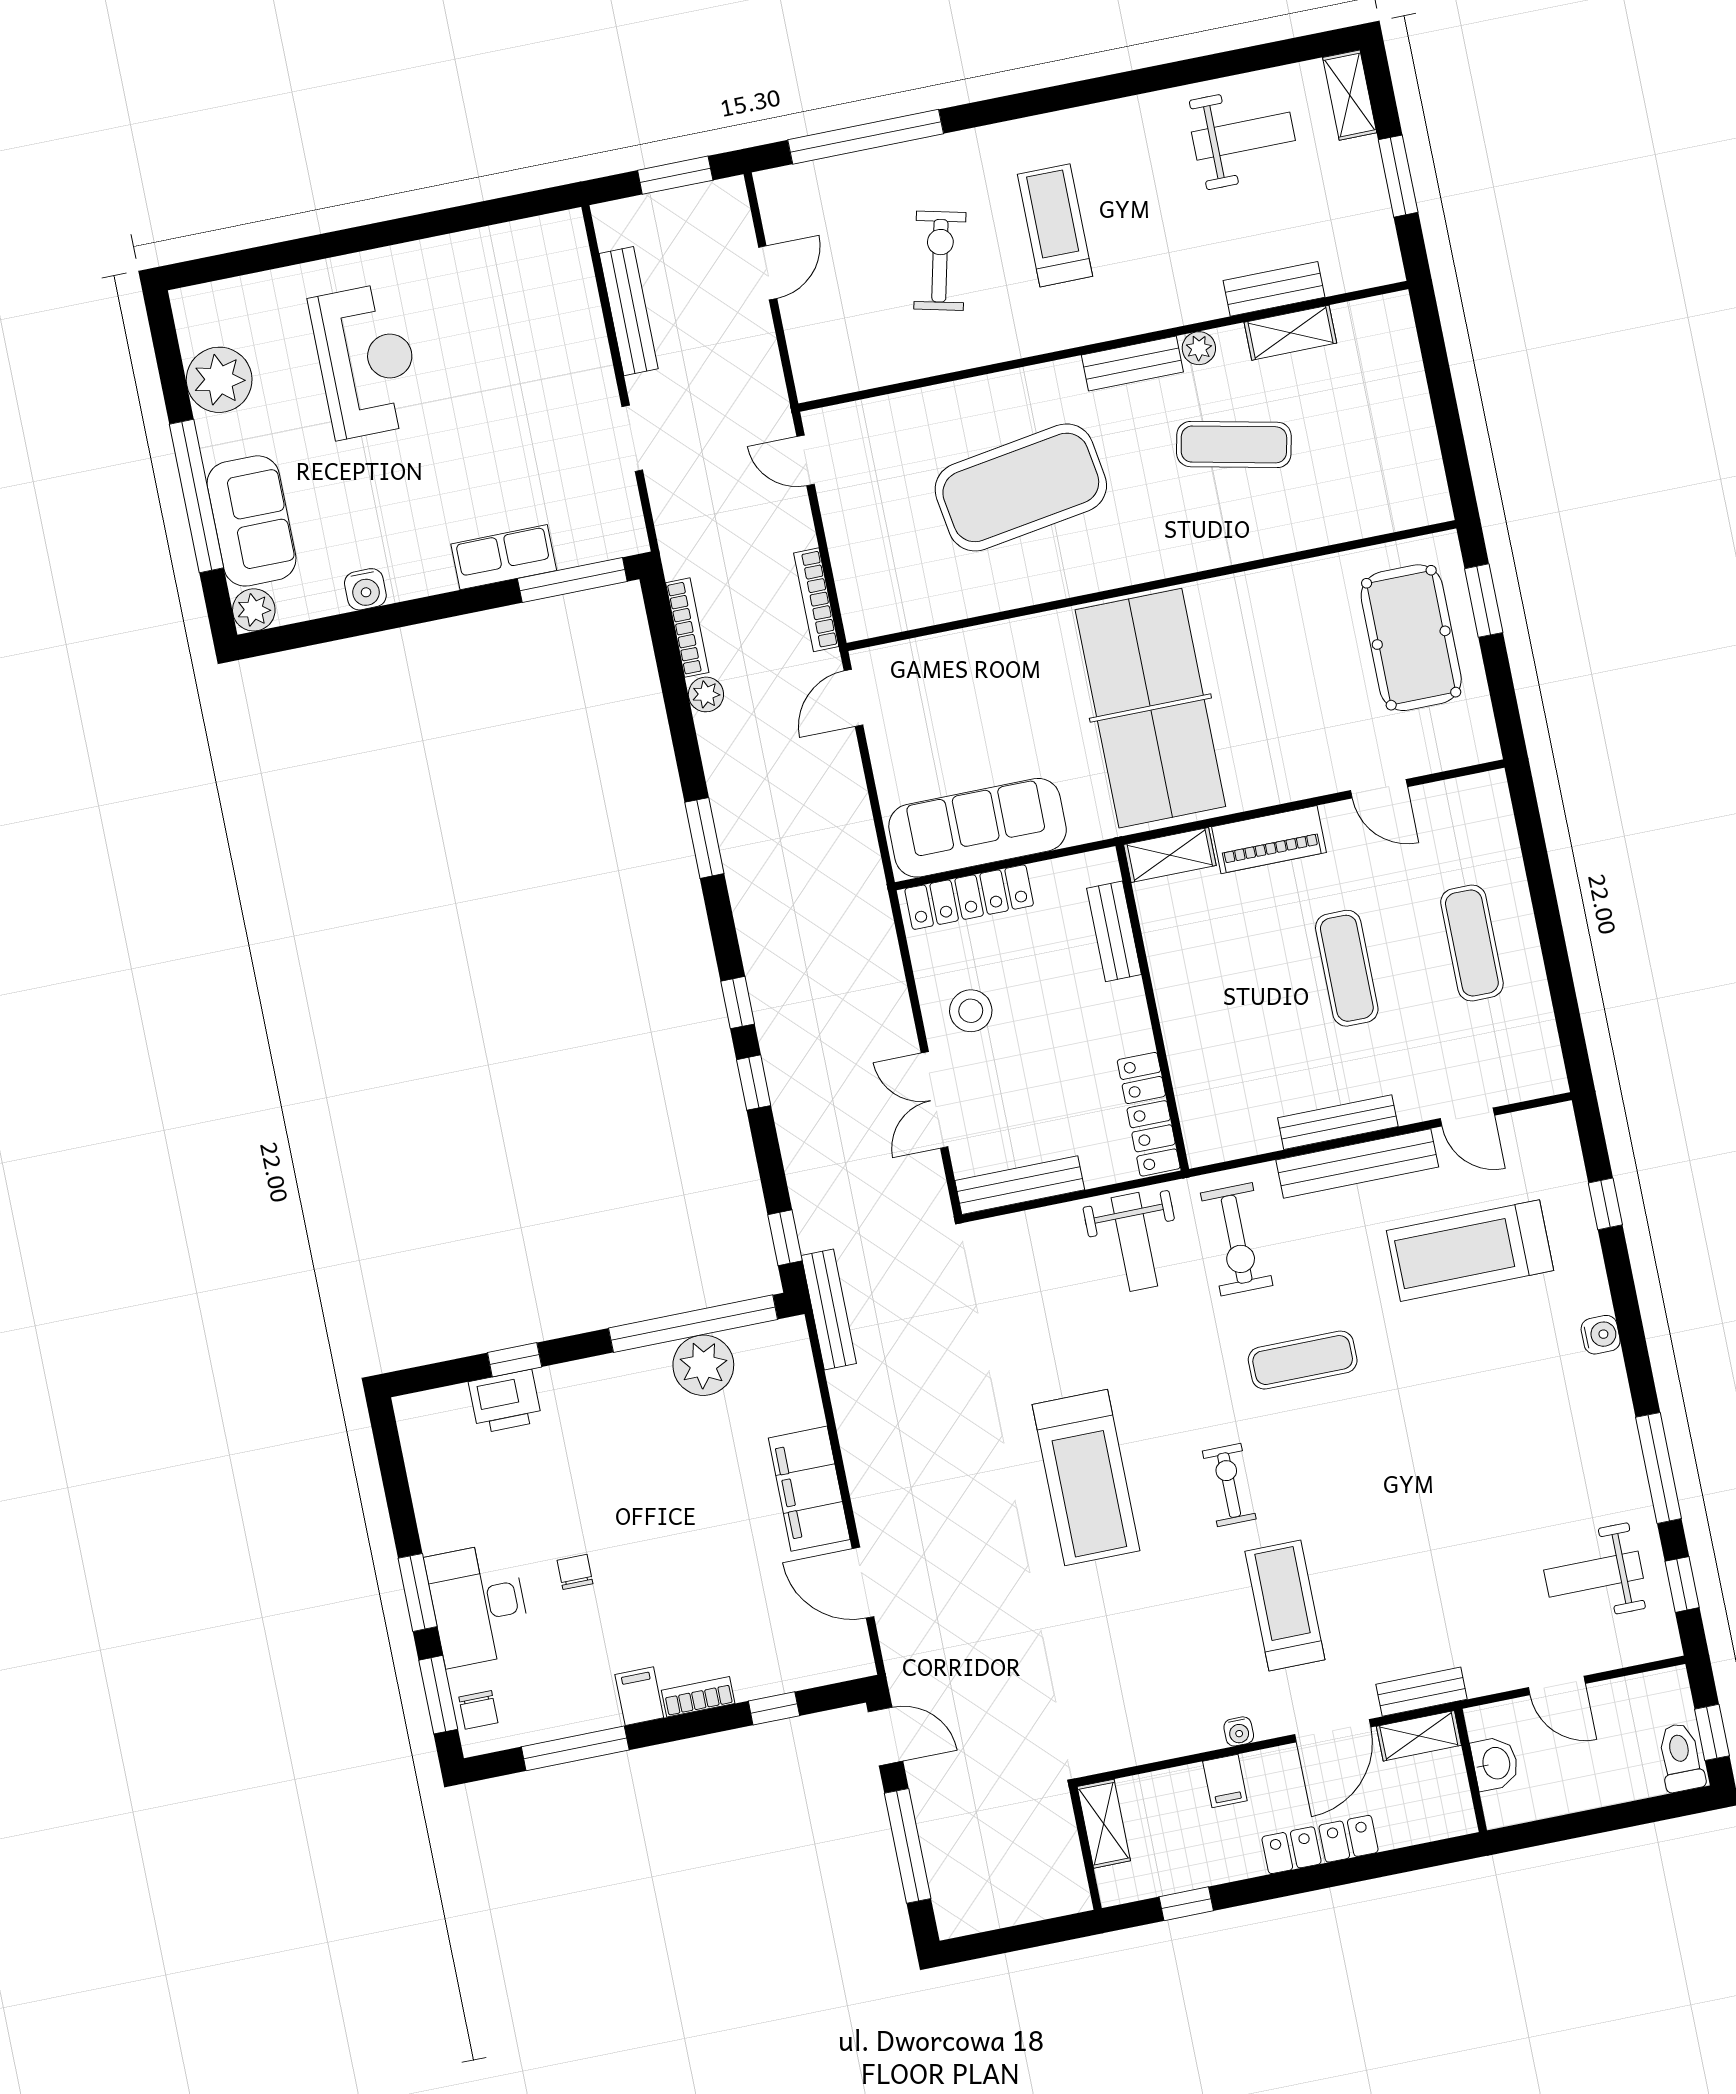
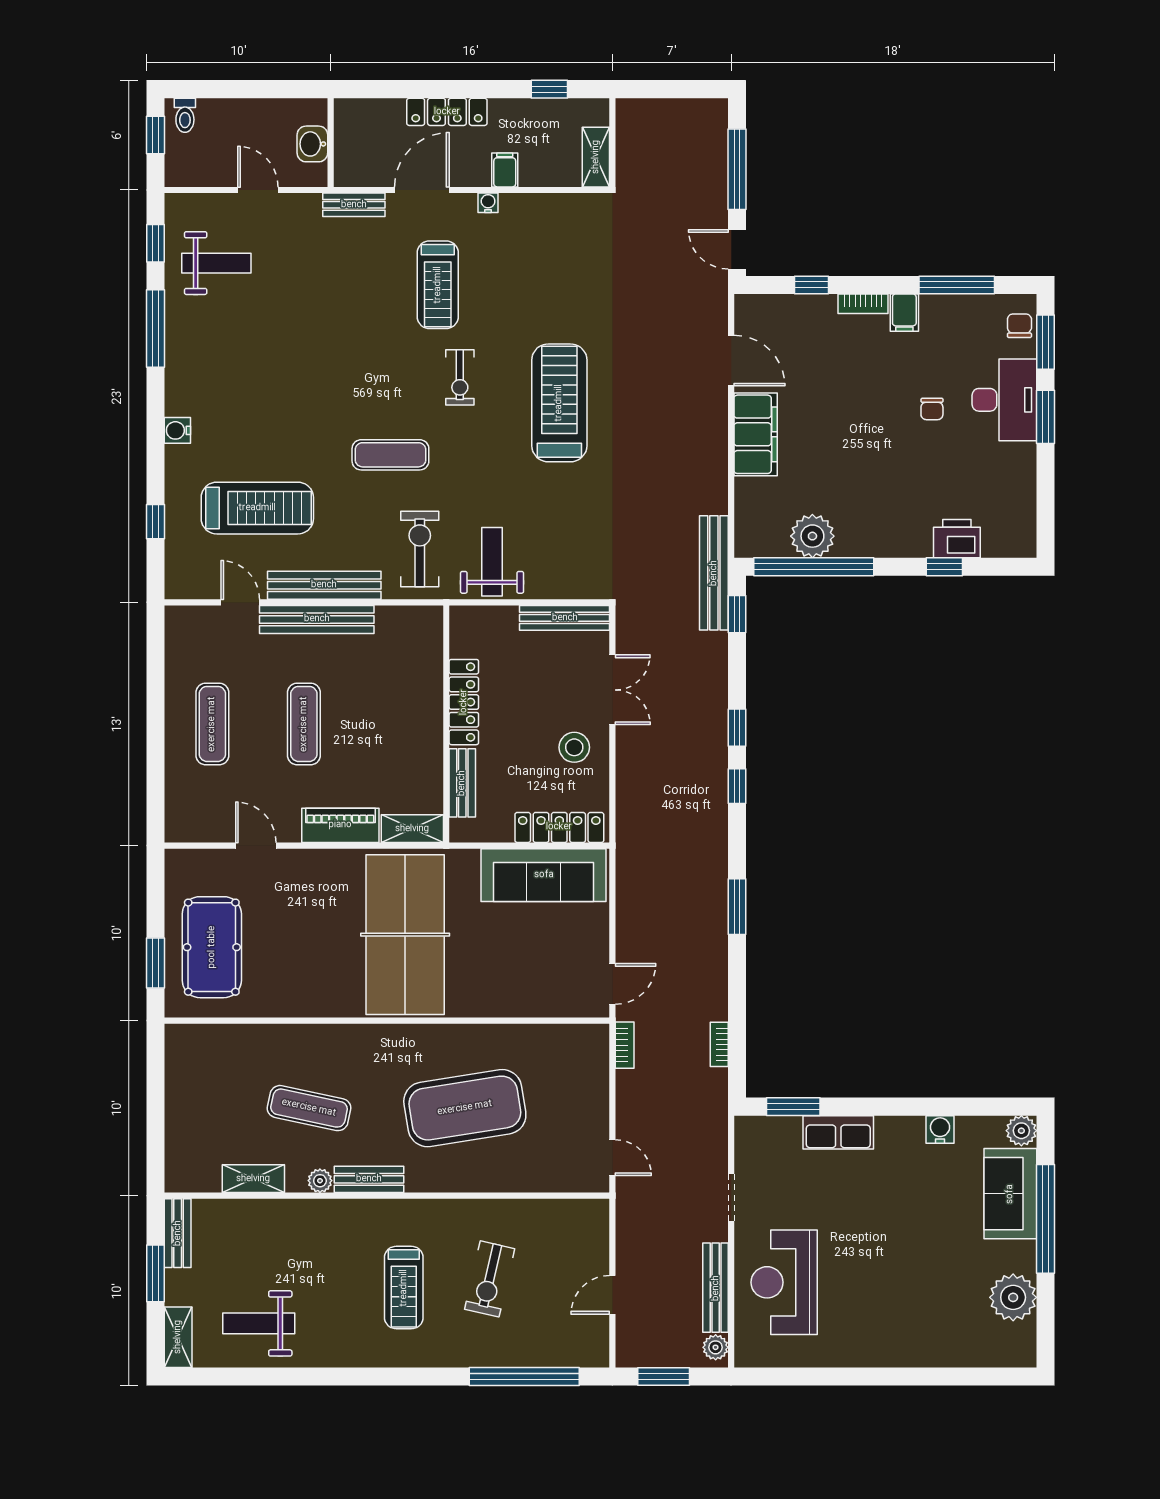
bench: (1274, 289) -> (178, 1233), moved, turned 90
reception desk: (366, 361) -> (784, 1282), moved
window: (572, 580) -> (793, 1107), width x0.69
bookcase: (816, 600) -> (625, 1045), width x0.64
bookcase: (687, 628) -> (719, 1044), width x0.64
plant: (706, 694) -> (716, 1347), moved
locker: (1149, 1114) -> (464, 702), moved
bench: (1338, 1122) -> (317, 619), width x1.37, depth x1.21
bench: (829, 1309) -> (714, 573), width x1.37, depth x1.21
shelving: (1419, 1736) -> (362, 174), removed
toilet: (1681, 1757) -> (185, 115), width x0.73, depth x0.72

